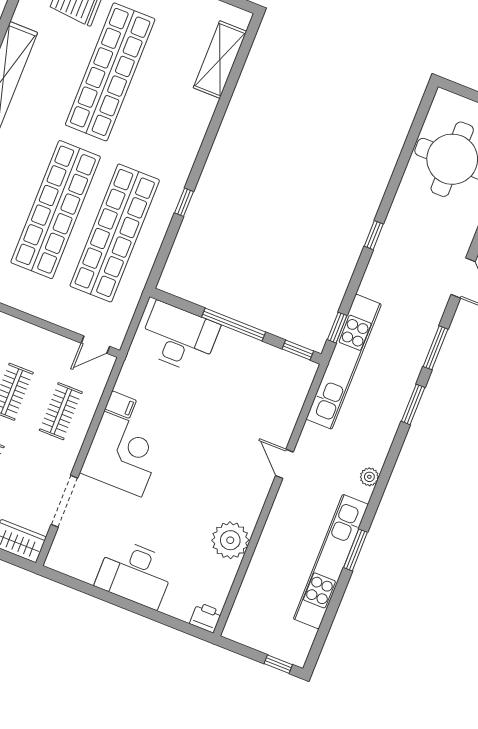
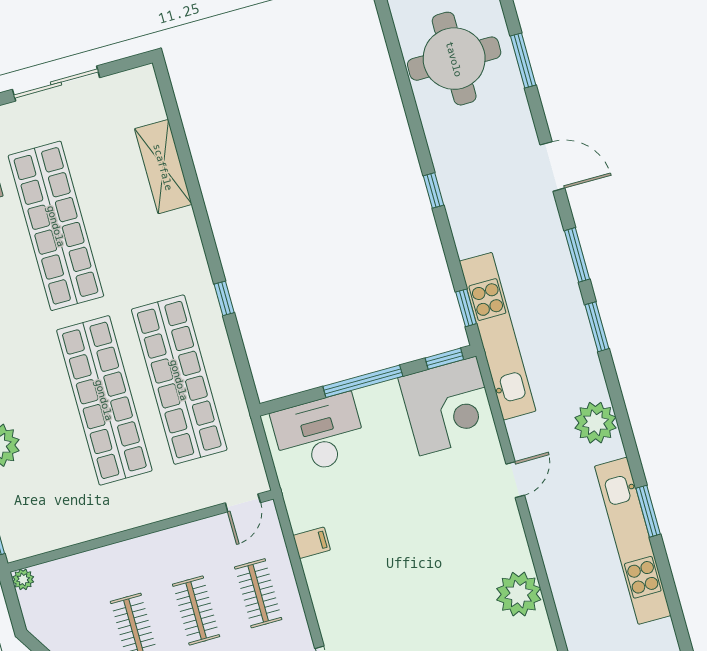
shelving: (220, 60) -> (163, 167), moved
corner desk: (123, 454) -> (448, 406), moved, turned 90
door: (284, 464) -> (515, 480), swing flipped
plant: (369, 477) -> (595, 423), width x1.88, depth x1.88

